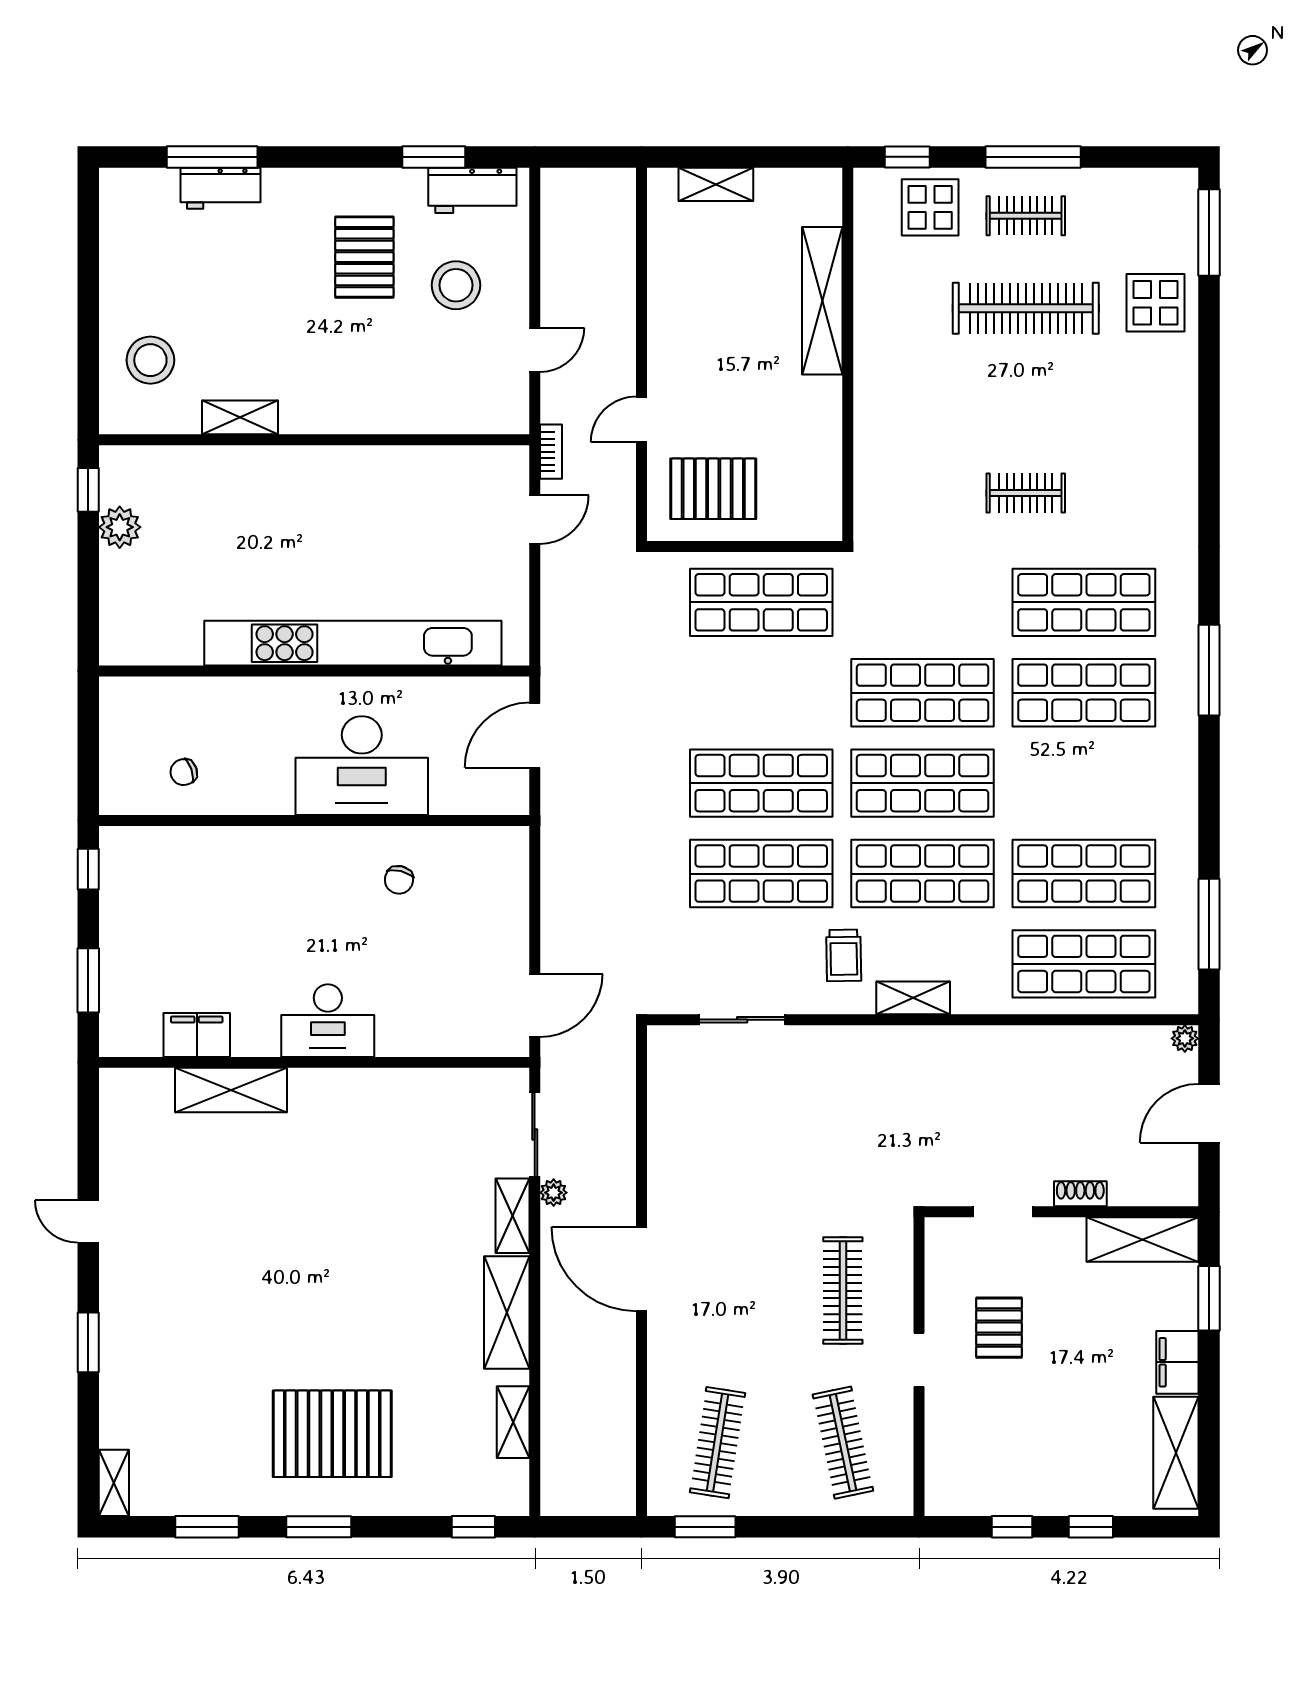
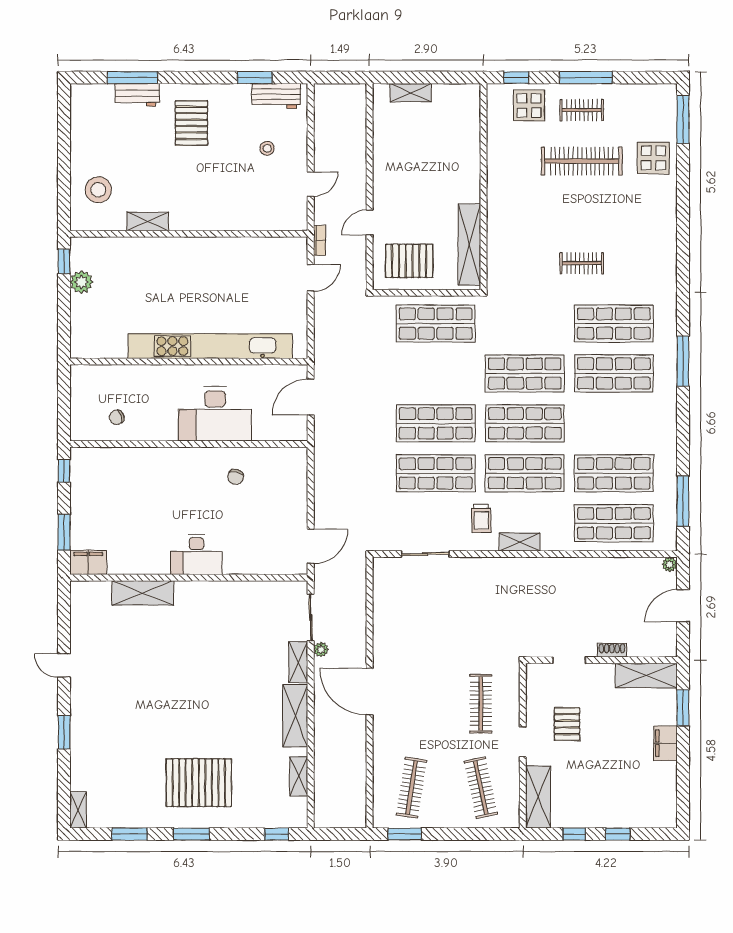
pallet: (364, 257) -> (191, 123), moved
stool: (456, 285) -> (267, 148), width x0.53, depth x0.53
shelving: (822, 301) -> (469, 245), moved
filing cabinet: (197, 1035) -> (88, 562), moved
shelving: (1176, 1453) -> (538, 797), moved

